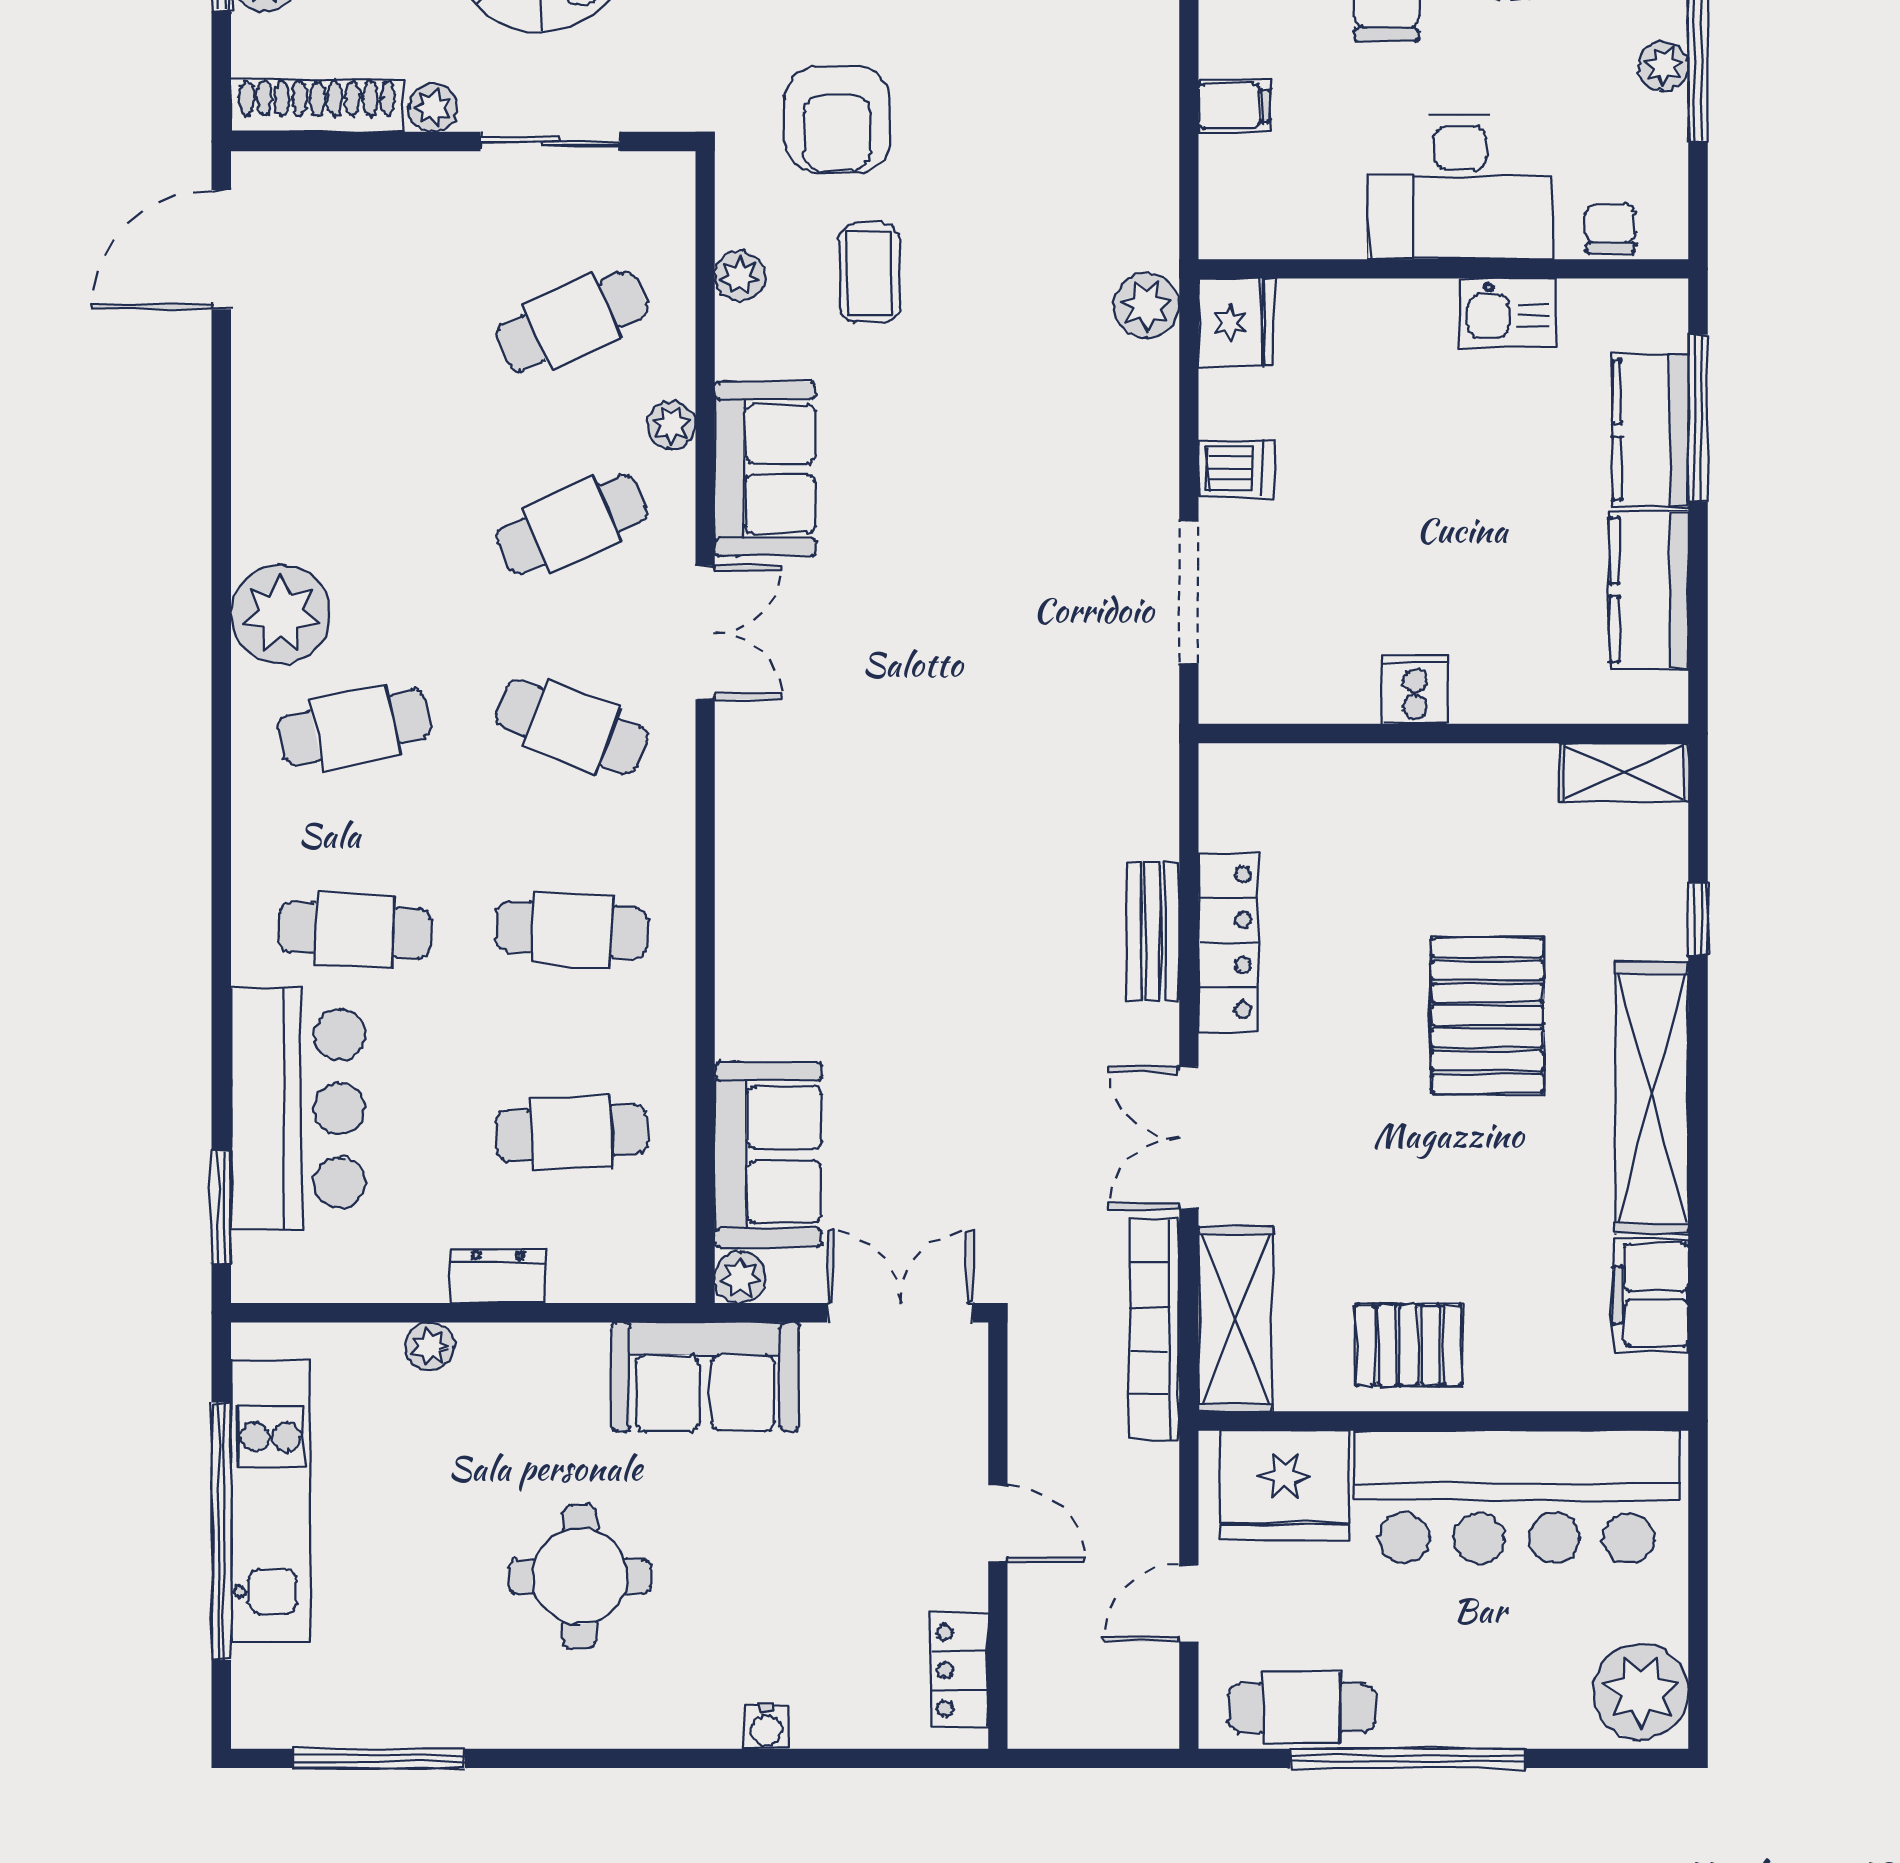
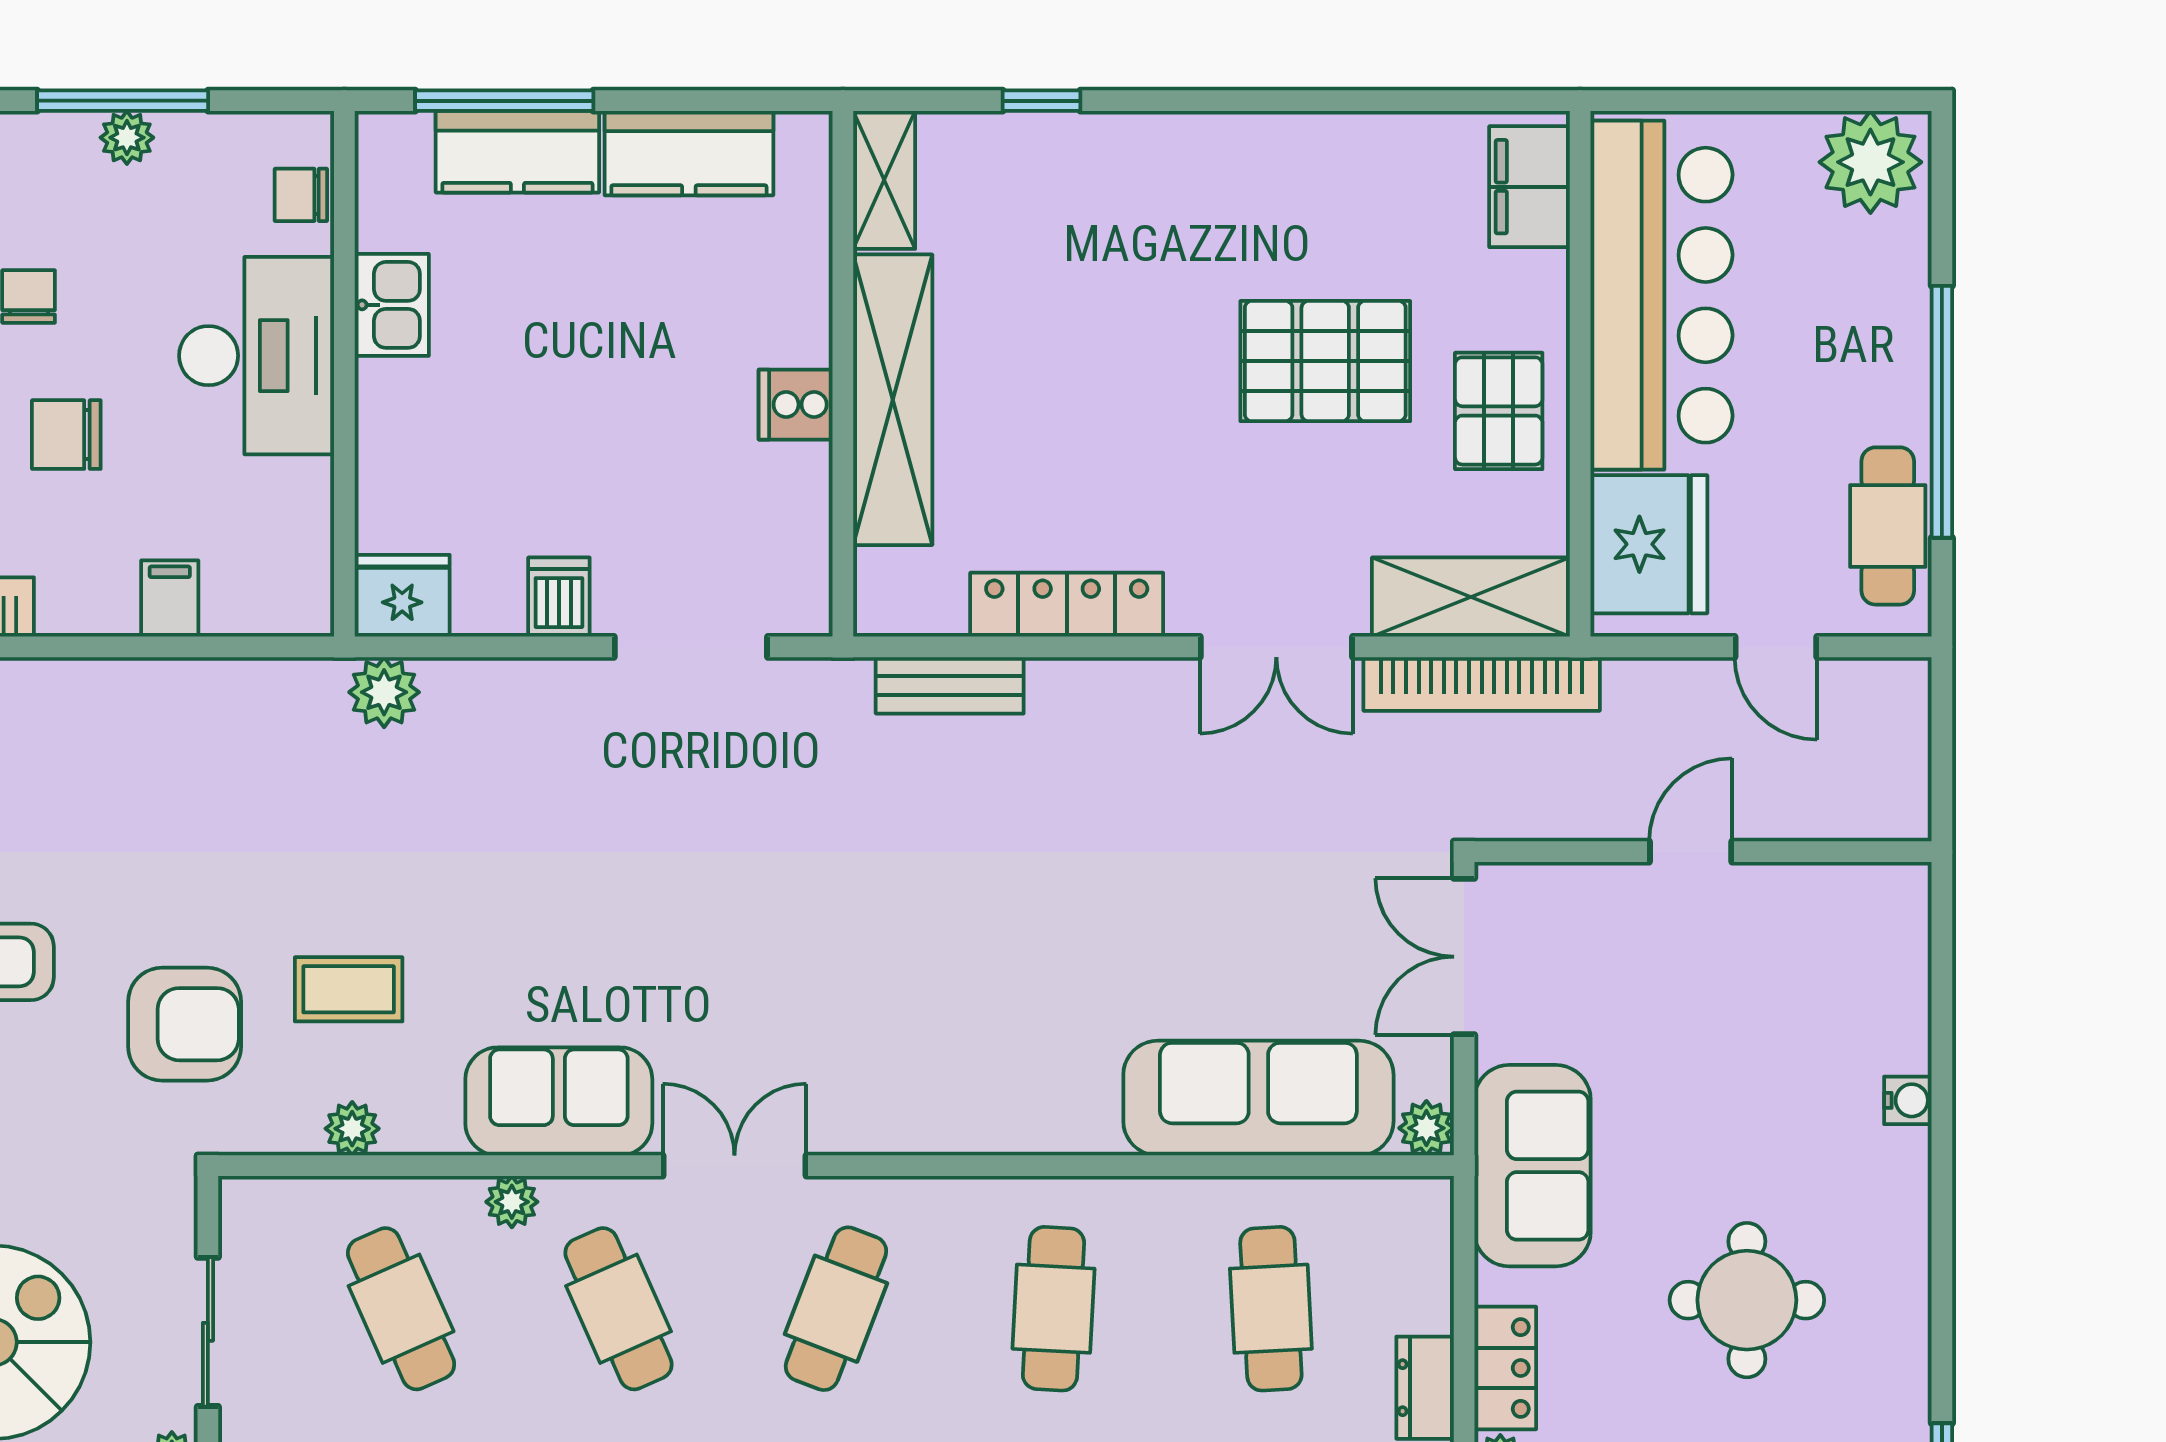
bench: (1153, 931) -> (950, 685), moved
pallet: (1487, 1015) -> (1325, 361), moved
shelving: (1652, 1098) -> (893, 400), moved, turned 90
sofa: (768, 1154) -> (1258, 1098), width x1.36
filing cabinet: (1651, 1295) -> (1530, 187), moved, turned 90
locker: (959, 1670) -> (1505, 1368), moved, turned -90

